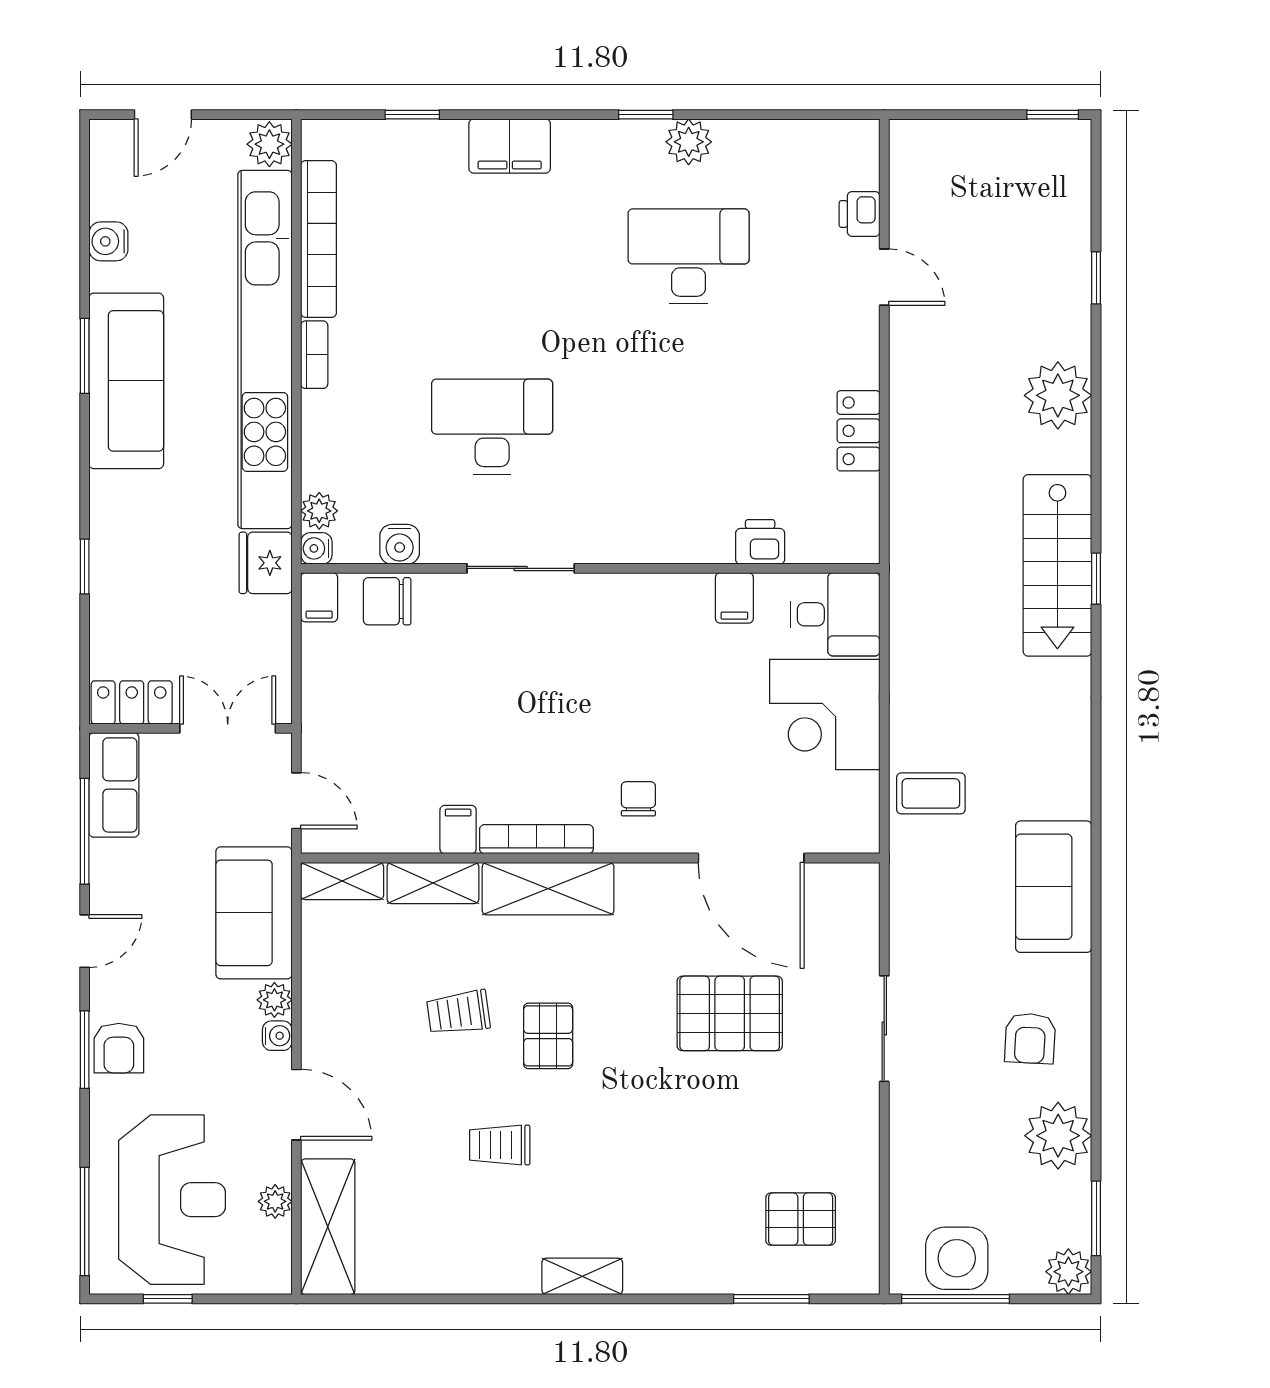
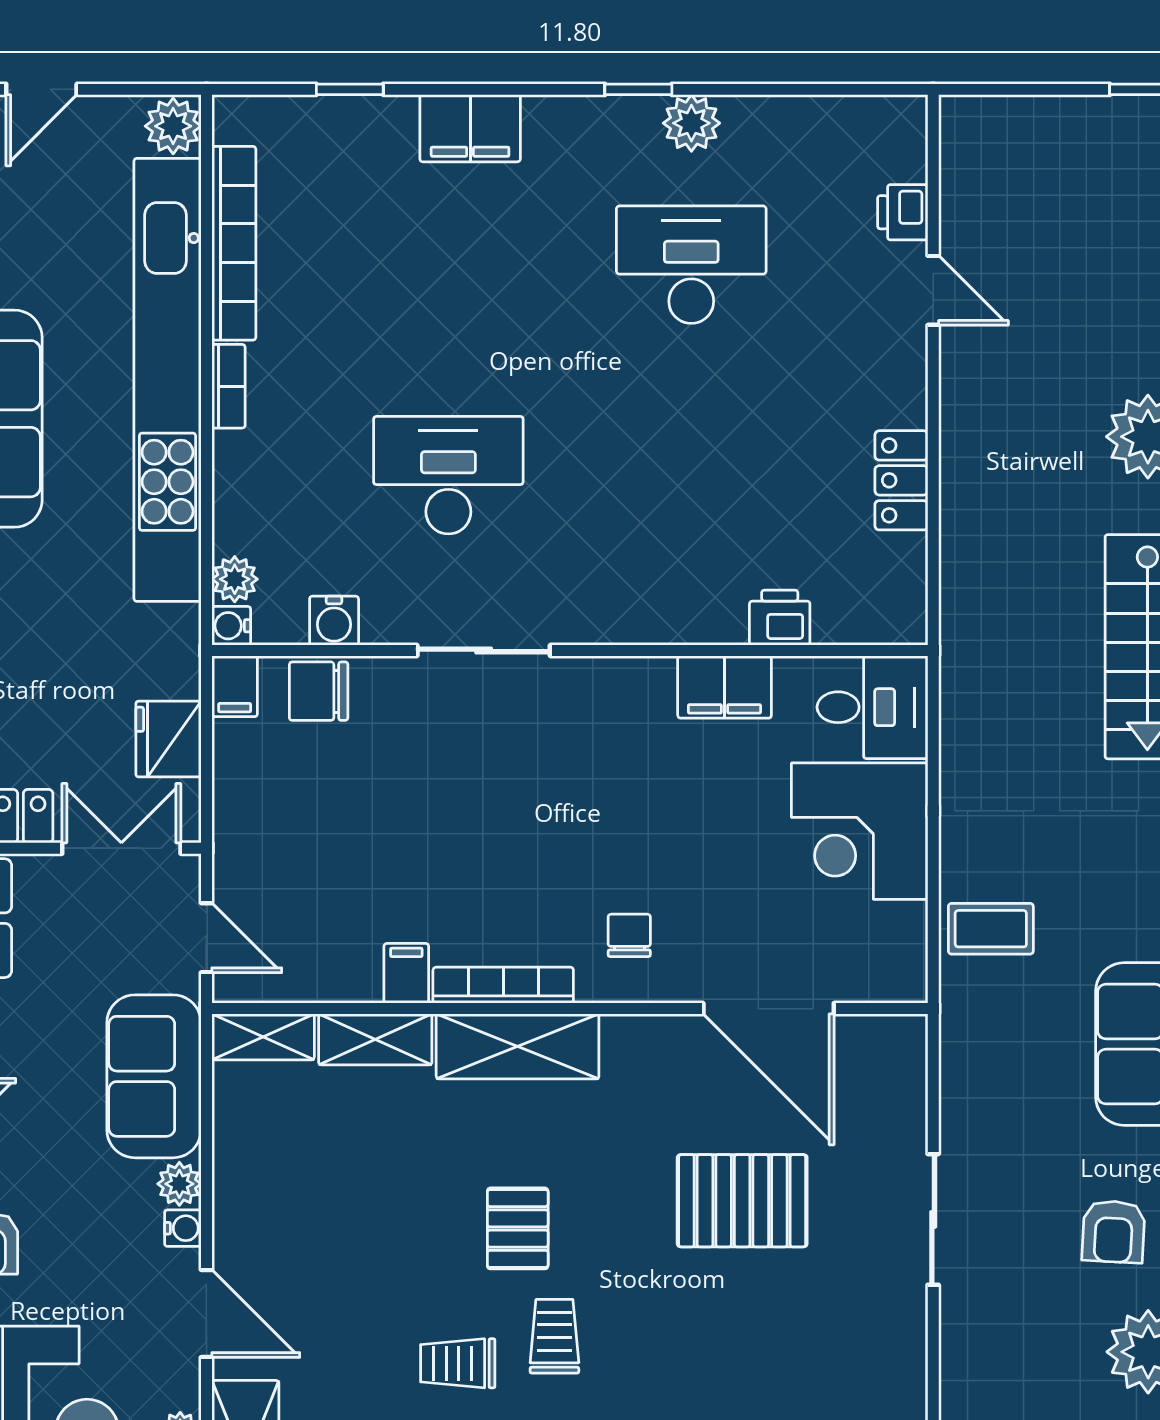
fridge: (266, 563) -> (168, 739), moved
filing cabinet: (734, 598) -> (725, 687), width x2.00
trolley: (458, 1013) -> (554, 1336), moved, turned 98

